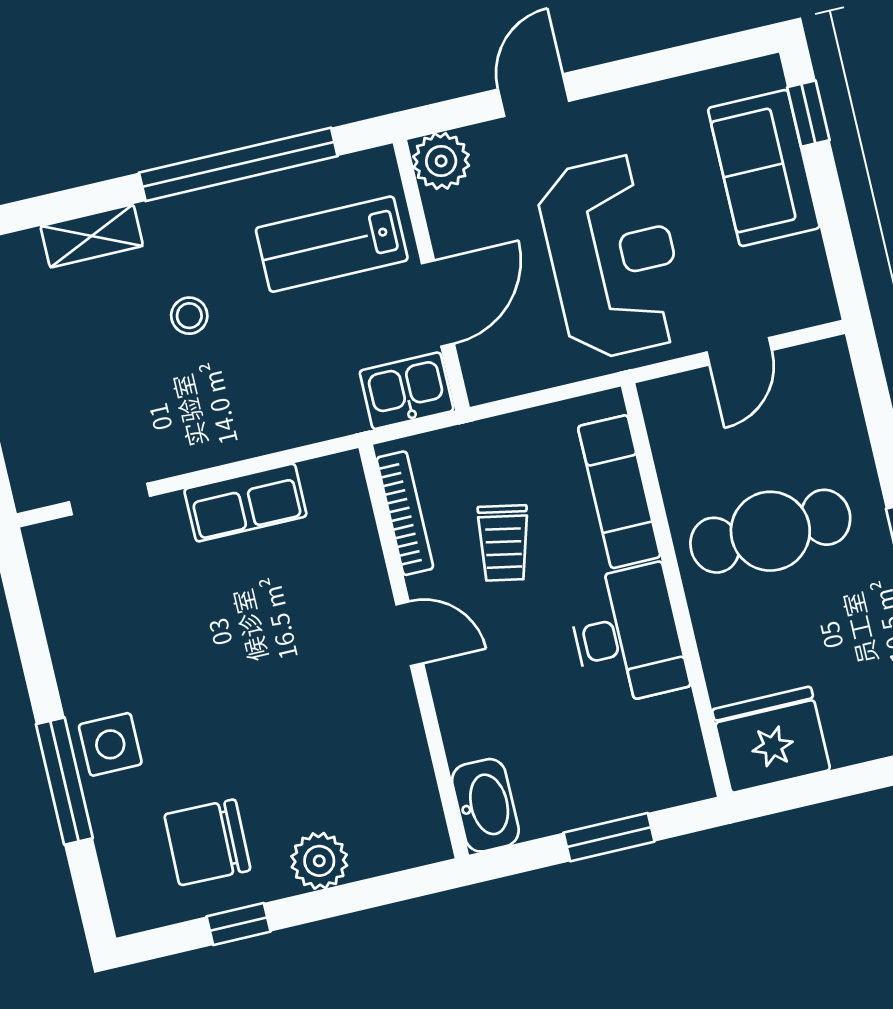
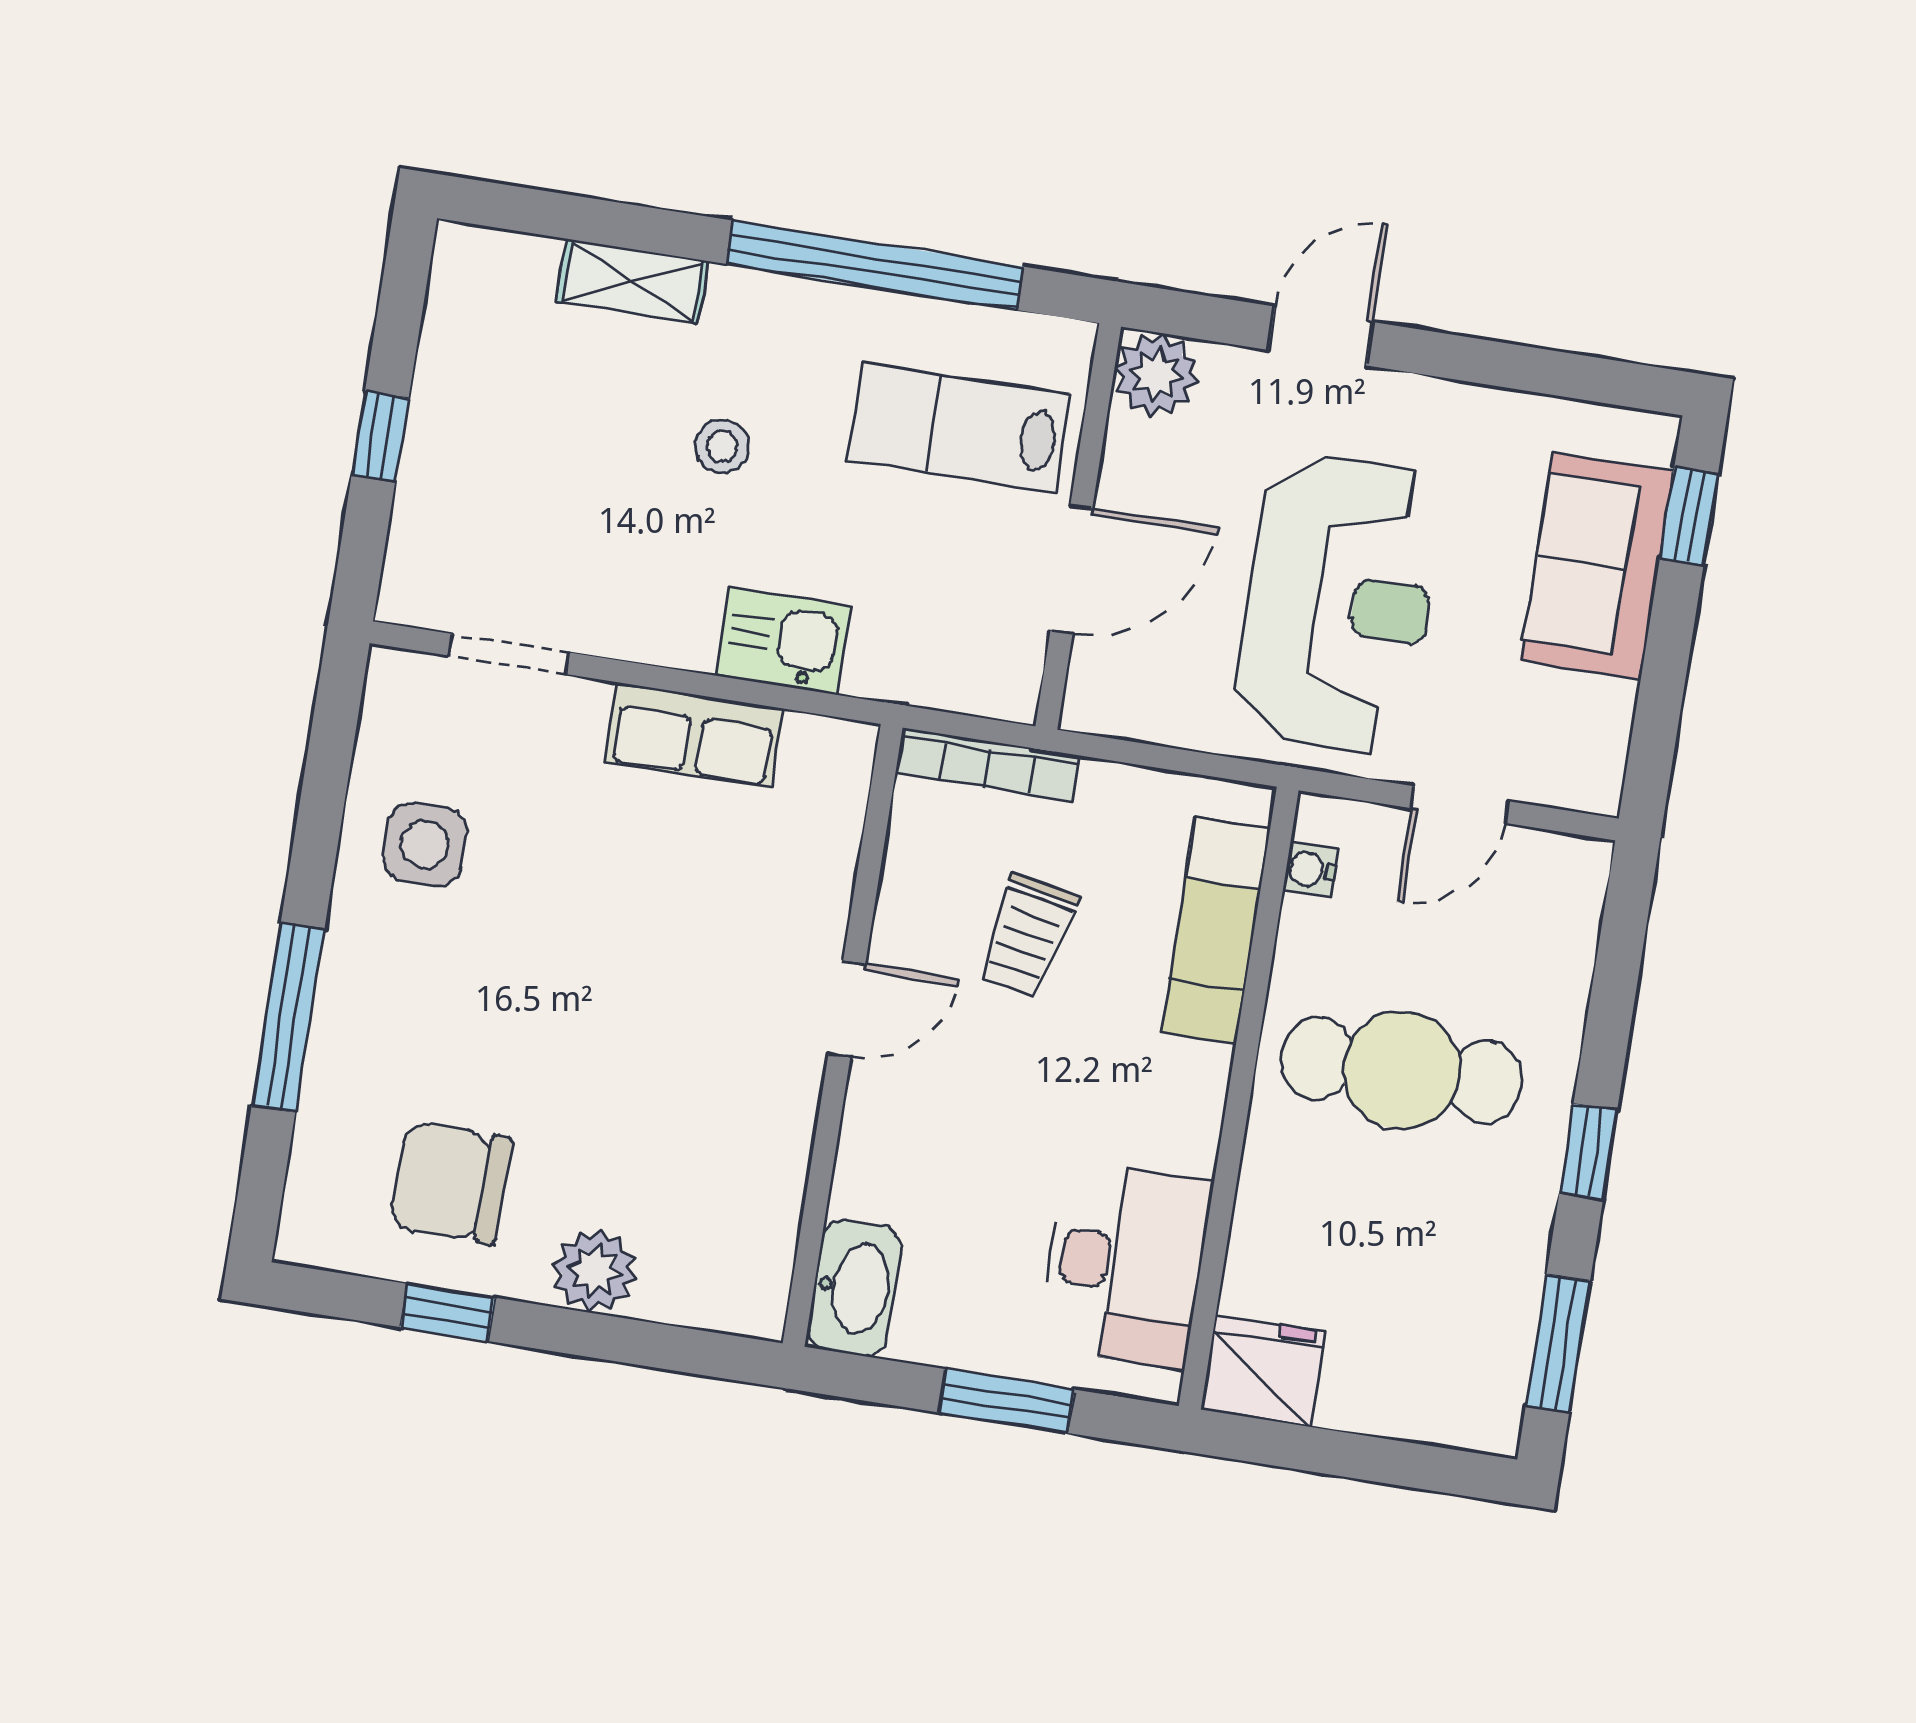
kitchen sink: (407, 391) -> (783, 641), moved
water cooler: (663, 429) -> (1310, 869), added
bookcase: (405, 513) -> (988, 764), moved, turned 90
door: (410, 634) -> (847, 1009), hinge flipped
desk: (627, 635) -> (1125, 1264), moved
fridge: (771, 740) -> (1263, 1371), width x0.73, depth x0.75
side table: (110, 744) -> (425, 845), moved

